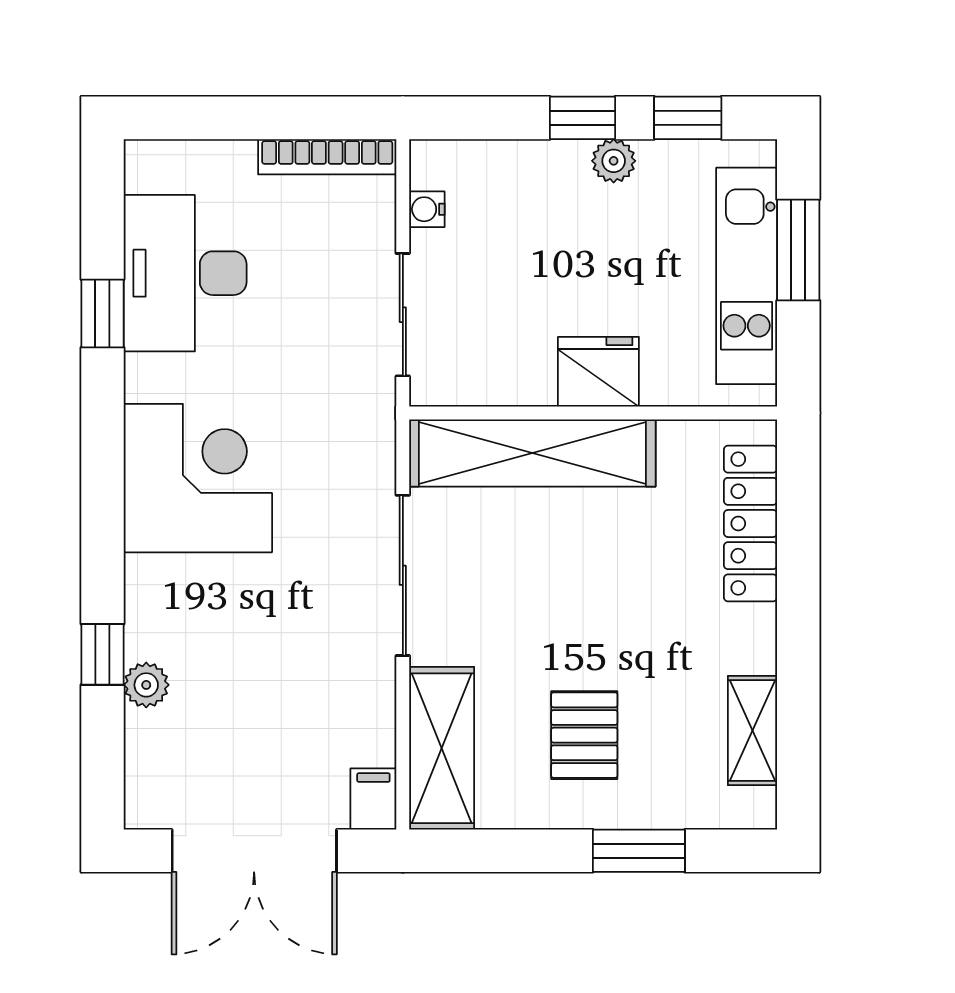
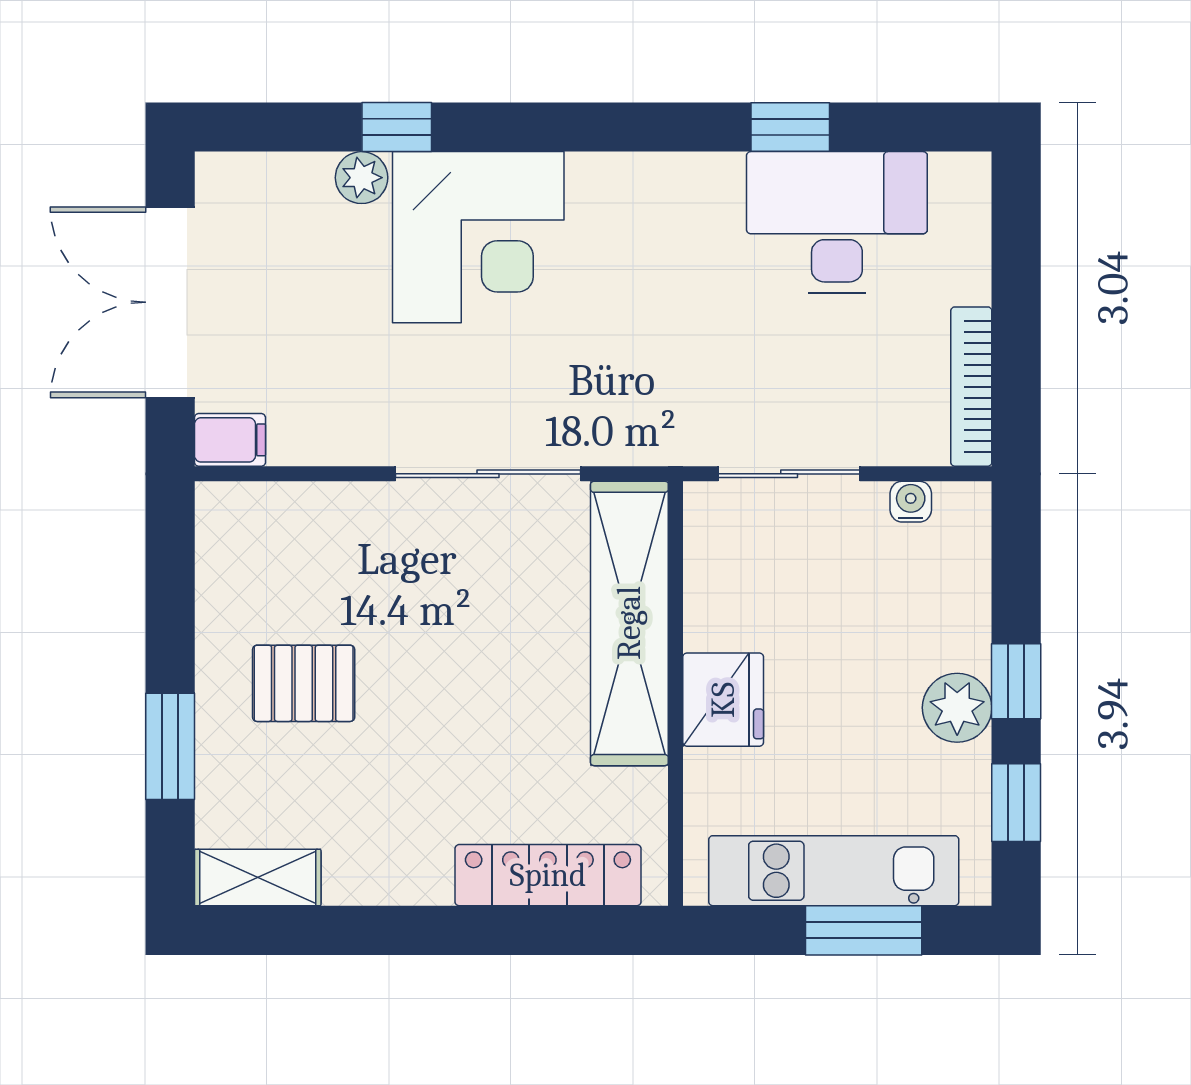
plant: (614, 161) -> (957, 708), width x1.38, depth x1.38
corner desk: (198, 478) -> (478, 237), moved
shelving: (753, 731) -> (258, 878), moved
shelving: (442, 748) -> (288, 519), removed

